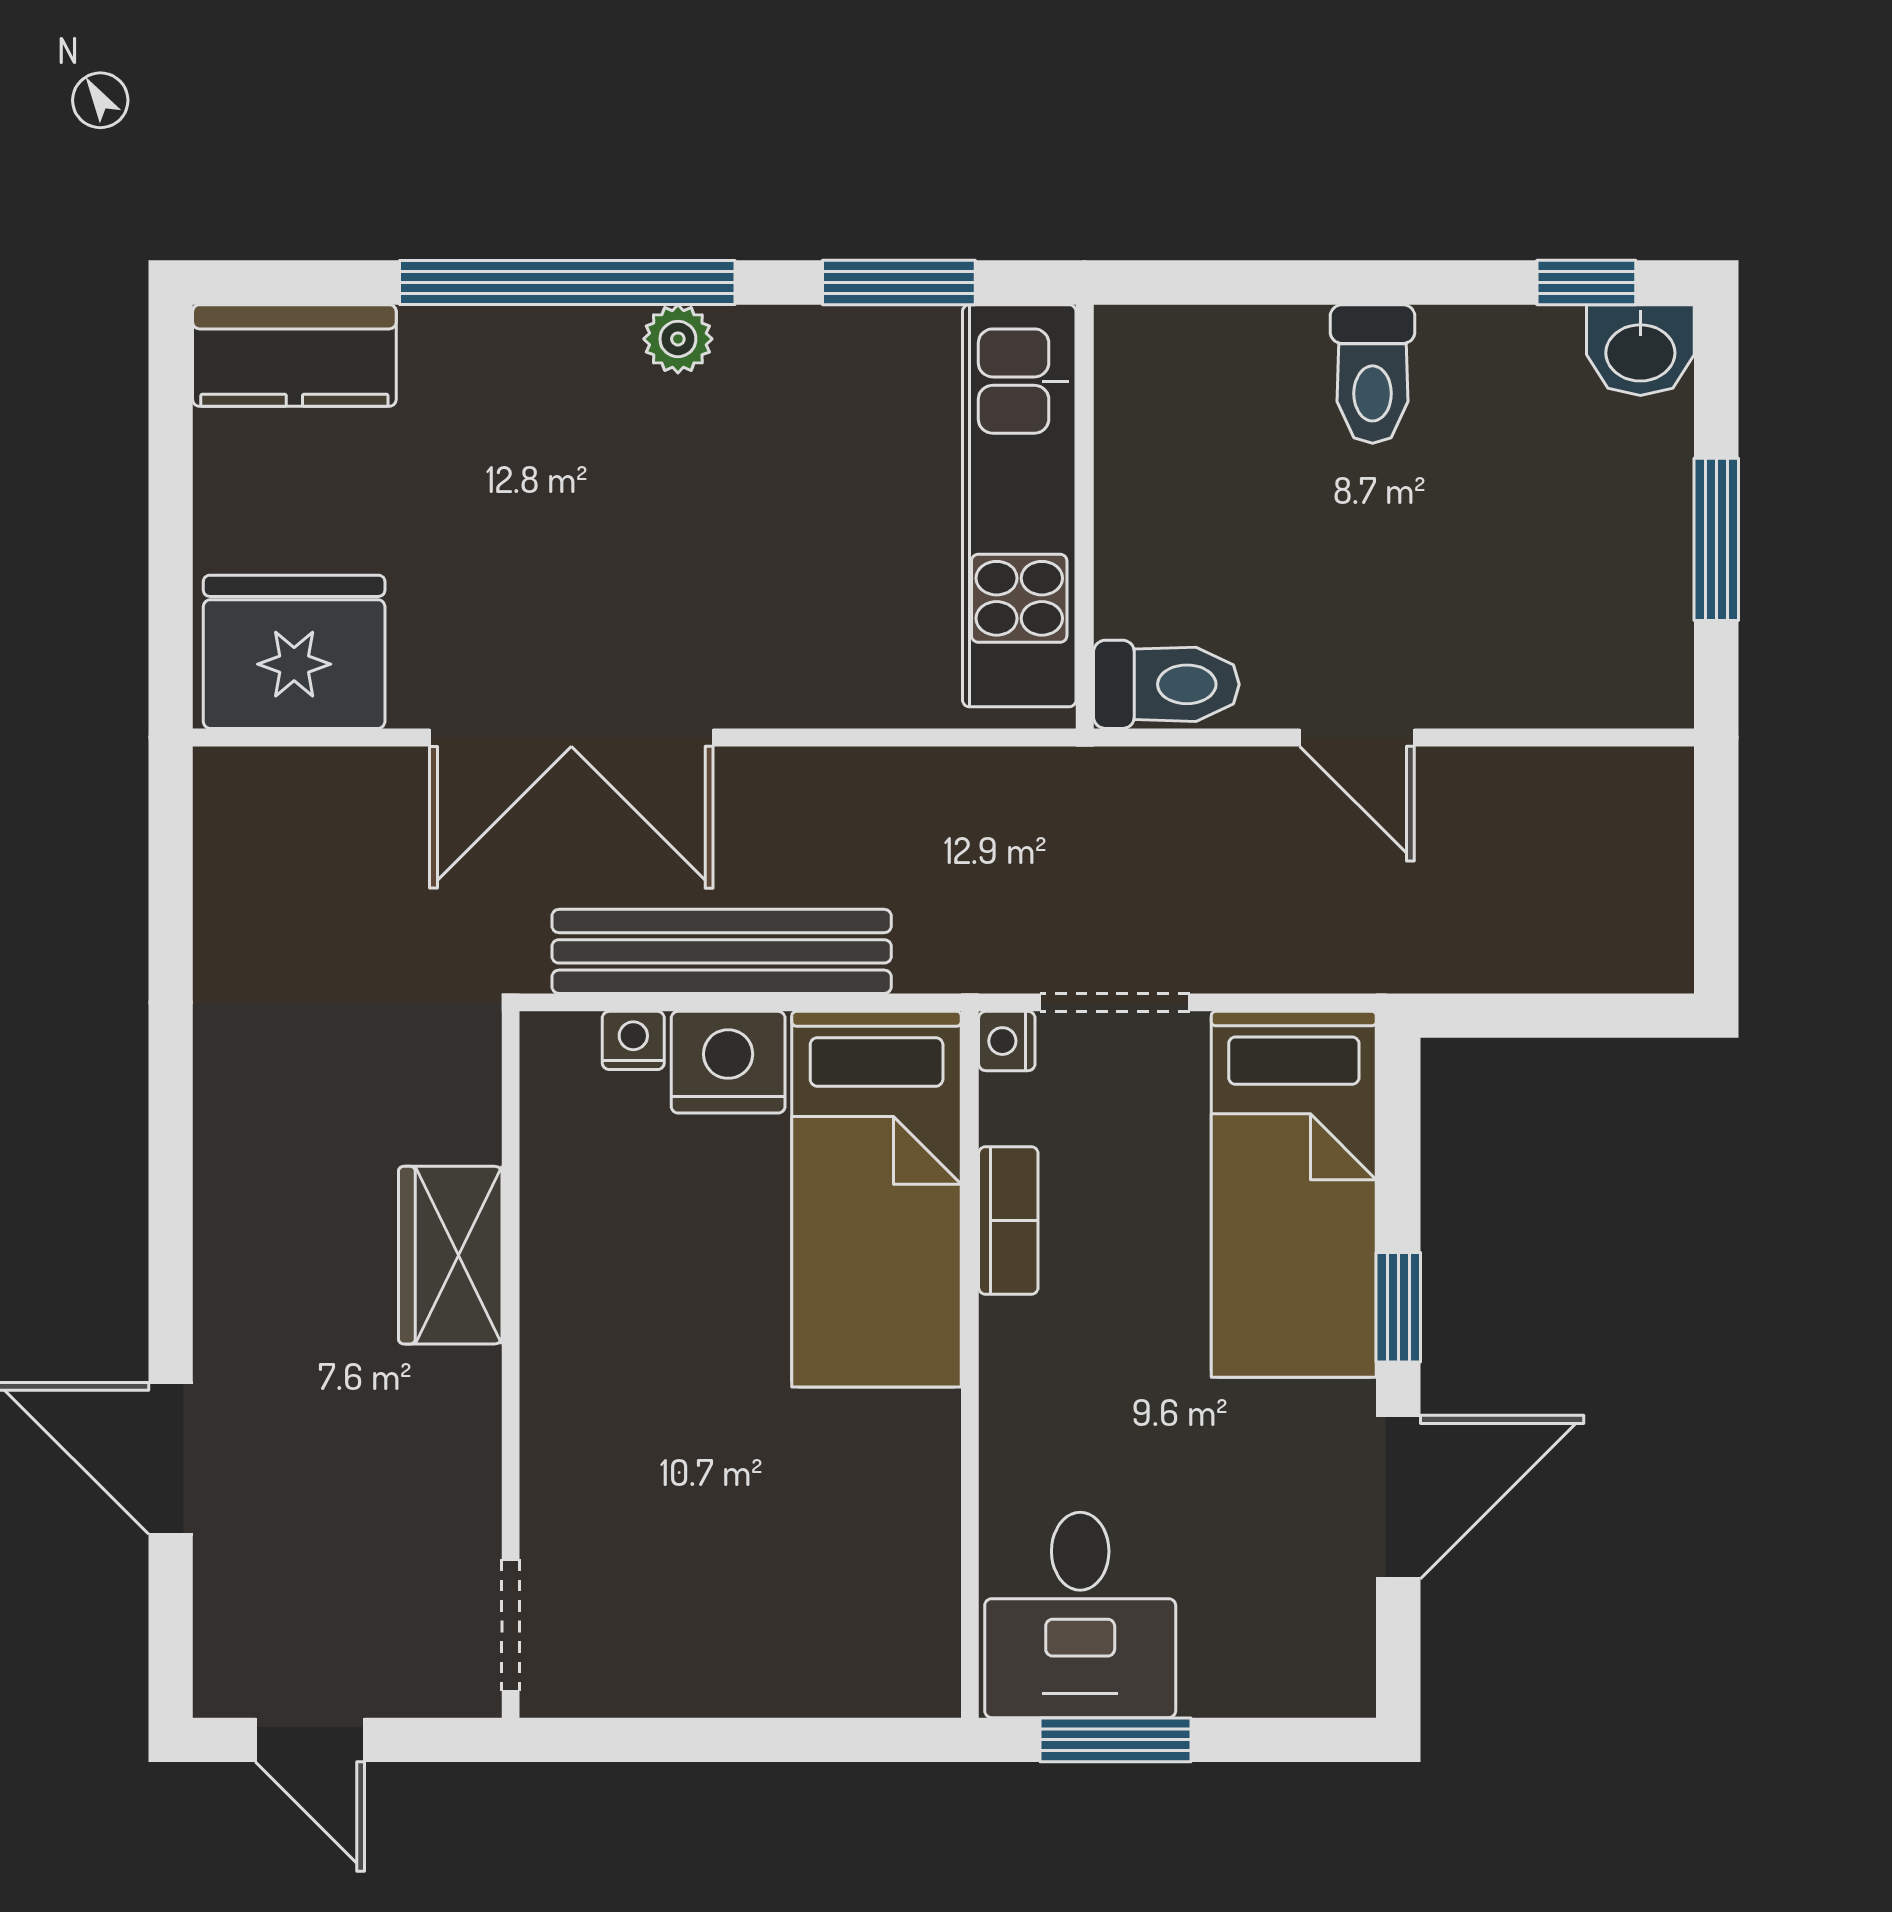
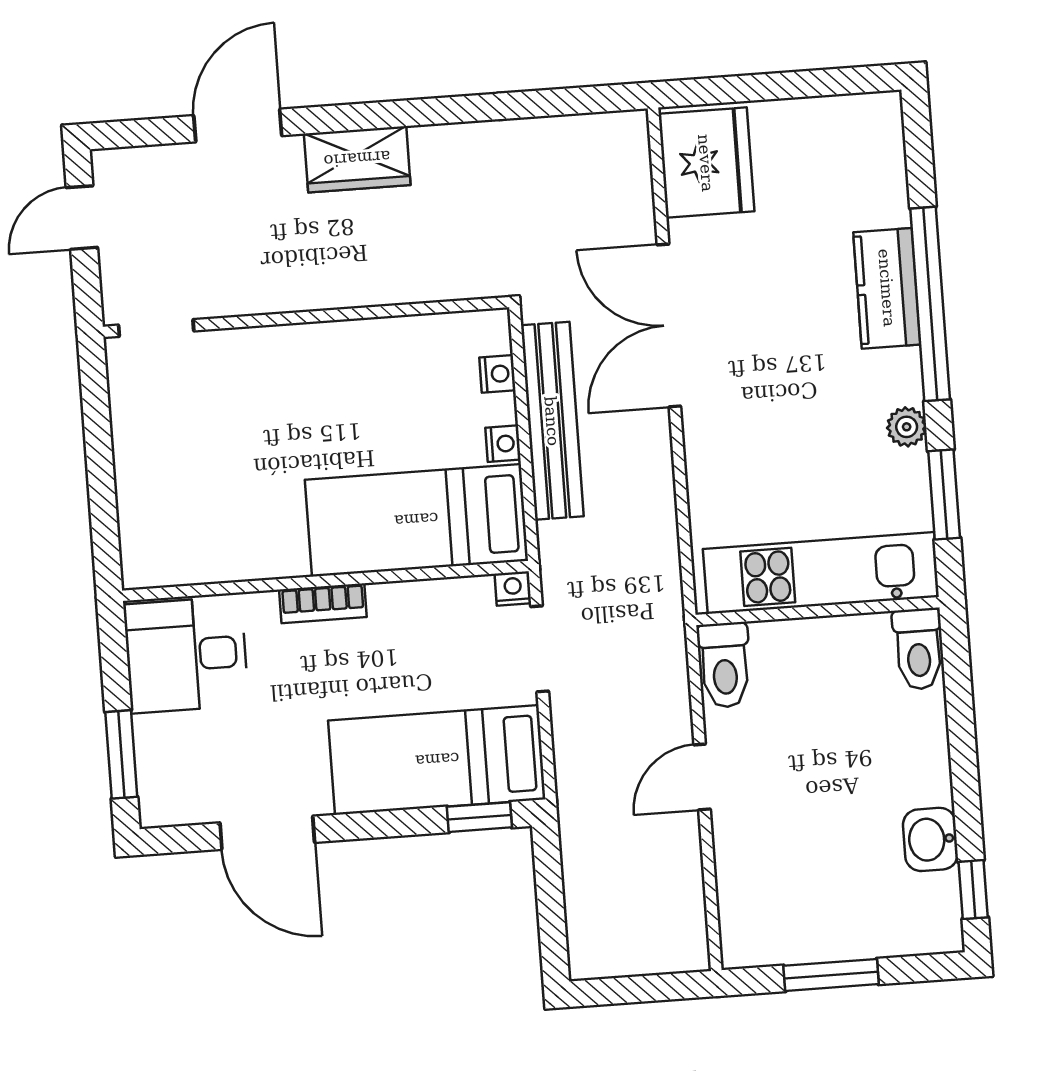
plant: (678, 339) -> (907, 427), moved
washbasin: (1640, 350) -> (930, 839), moved
kitchen counter: (294, 355) -> (887, 288), moved
toilet: (1373, 374) -> (918, 649), moved, turned -90
nightstand: (728, 1062) -> (503, 444), width x0.53, depth x0.56
bookcase: (1008, 1220) -> (323, 603), moved
wardrobe: (450, 1255) -> (357, 159), moved, turned 180
window: (1398, 1307) -> (479, 817), moved
window: (1115, 1740) -> (121, 754), moved

